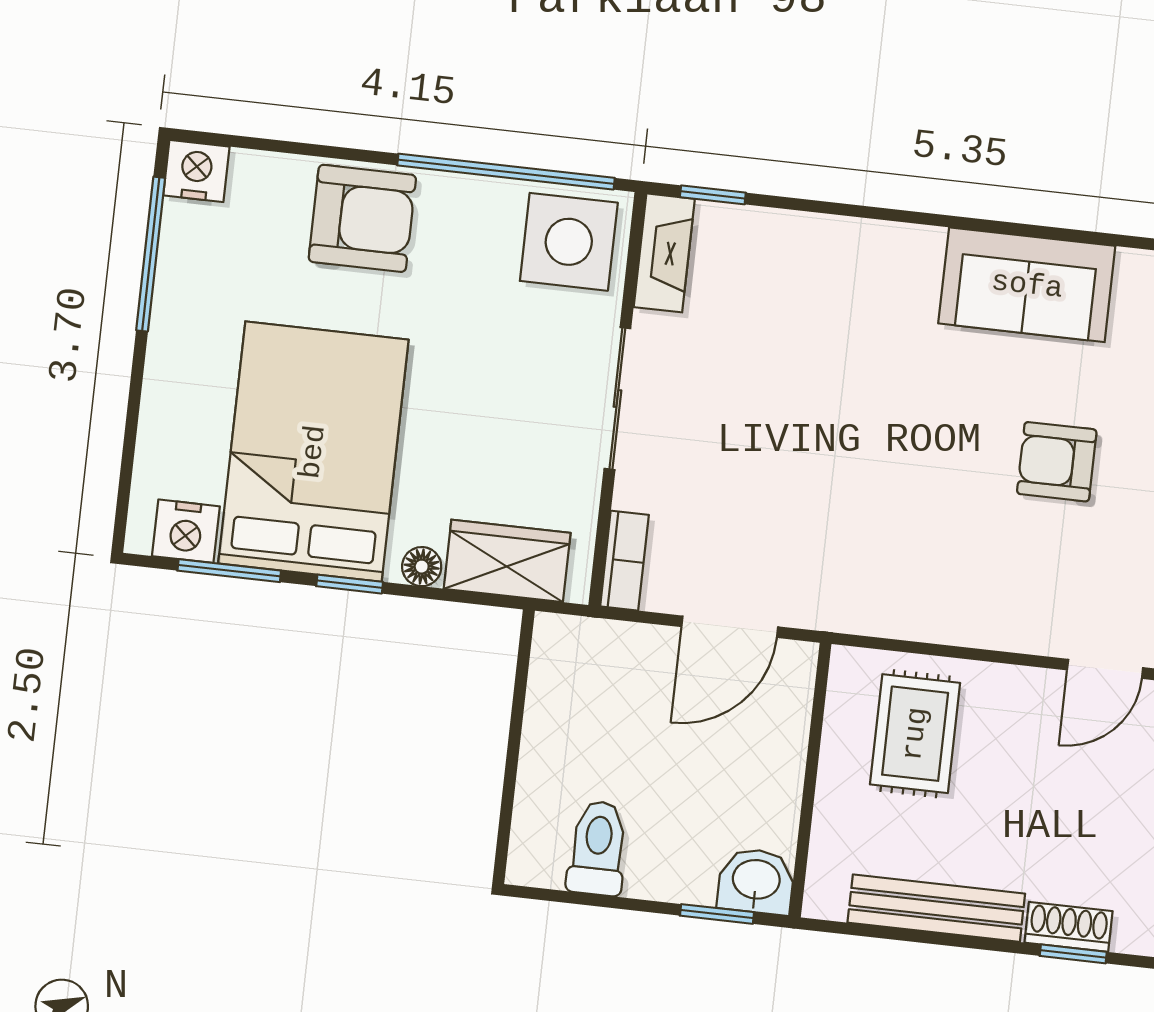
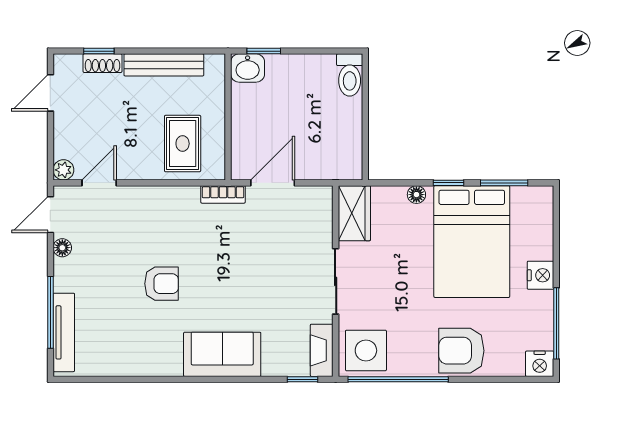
sofa: (1027, 285) -> (222, 354), moved
armchair: (1057, 462) -> (162, 284), moved
nightstand: (186, 531) -> (540, 275), moved, turned 90
wardrobe: (507, 561) -> (354, 213), moved, turned -90
bookcase: (624, 561) -> (223, 194), moved, turned -90
toilet: (598, 848) -> (350, 75), moved

